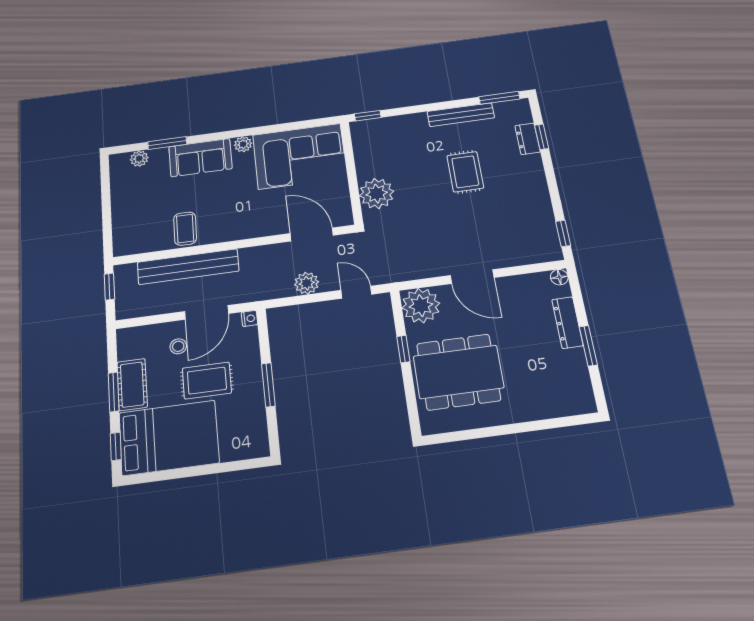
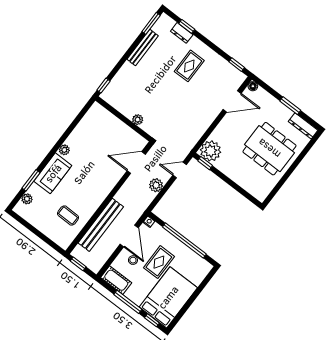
corner sofa: (300, 156) -> (94, 132), removed
rug: (465, 172) -> (189, 66), moved, turned 90
plant: (377, 194) -> (138, 120), width x0.53, depth x0.53
coffee table: (185, 229) -> (68, 216), moved
door: (472, 277) -> (232, 101), moved
dresser: (567, 323) -> (303, 126), moved
window: (403, 349) -> (205, 163), moved
dining table: (458, 372) -> (269, 149), moved, turned 90
cot: (132, 385) -> (116, 280), moved
window: (268, 385) -> (184, 240), width x2.11
window: (114, 392) -> (128, 302), width x1.44

